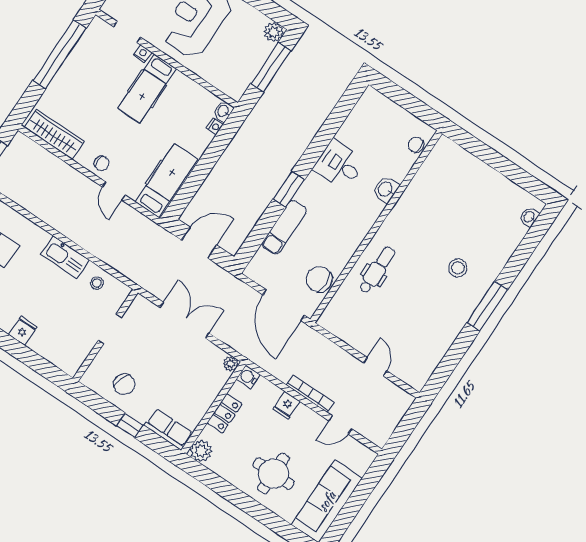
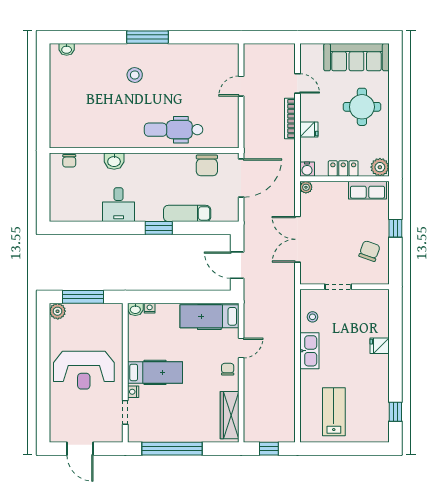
dental chair: (377, 270) -> (174, 130), width x1.36, depth x1.38
row of seats: (168, 429) -> (367, 190), moved, turned -90

